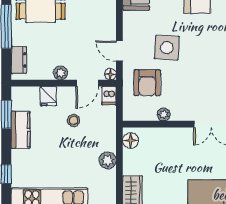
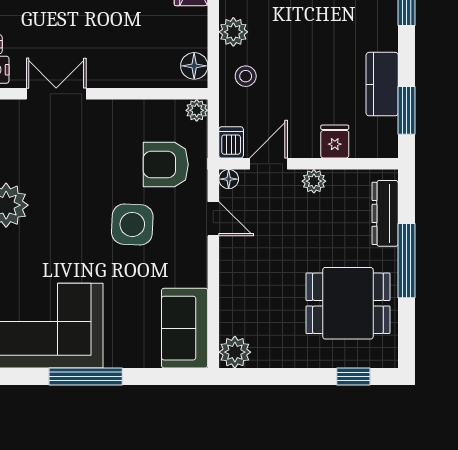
dresser: (19, 60) -> (385, 213), width x1.44
armchair: (147, 83) -> (166, 165), turned -90
plant: (164, 114) -> (197, 110), moved
stool: (74, 120) -> (246, 76), moved

